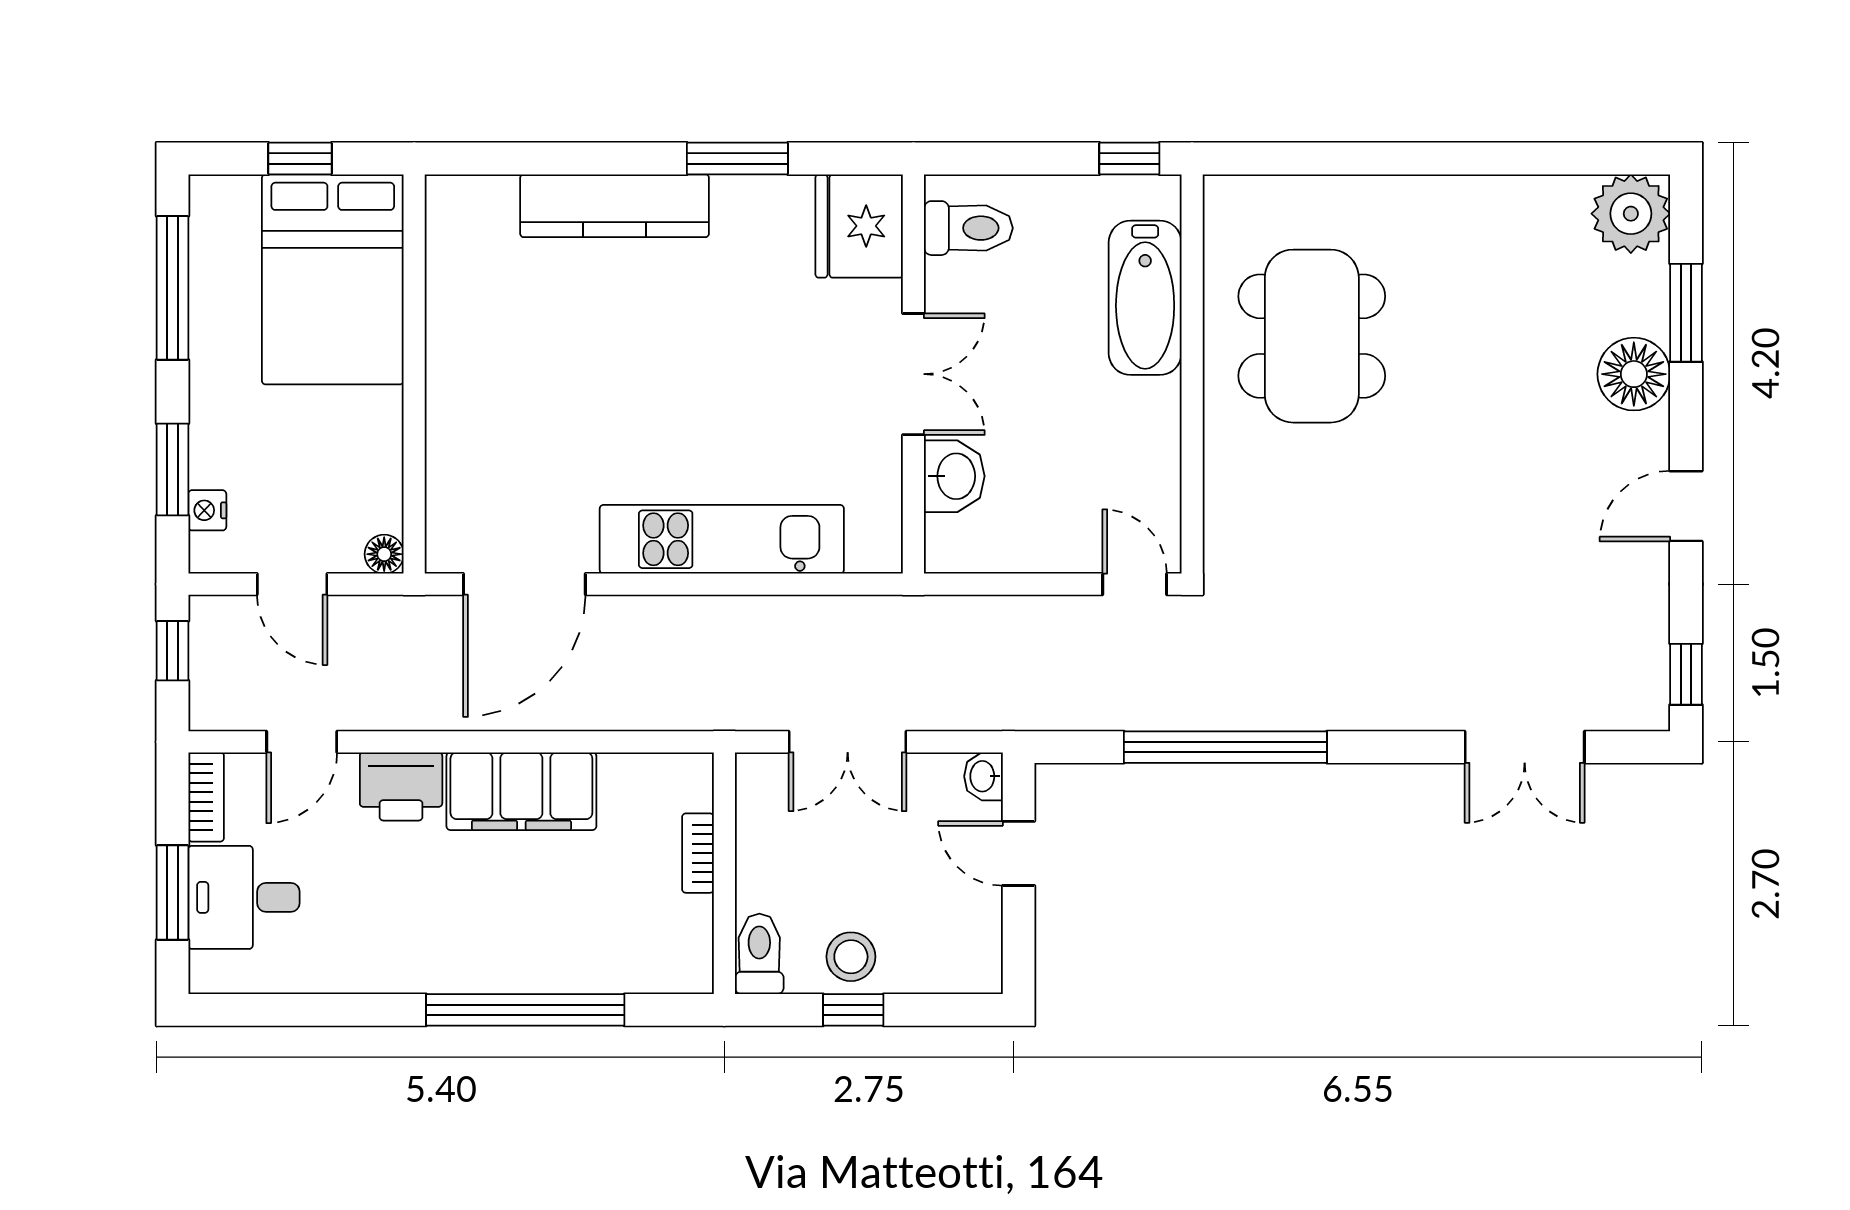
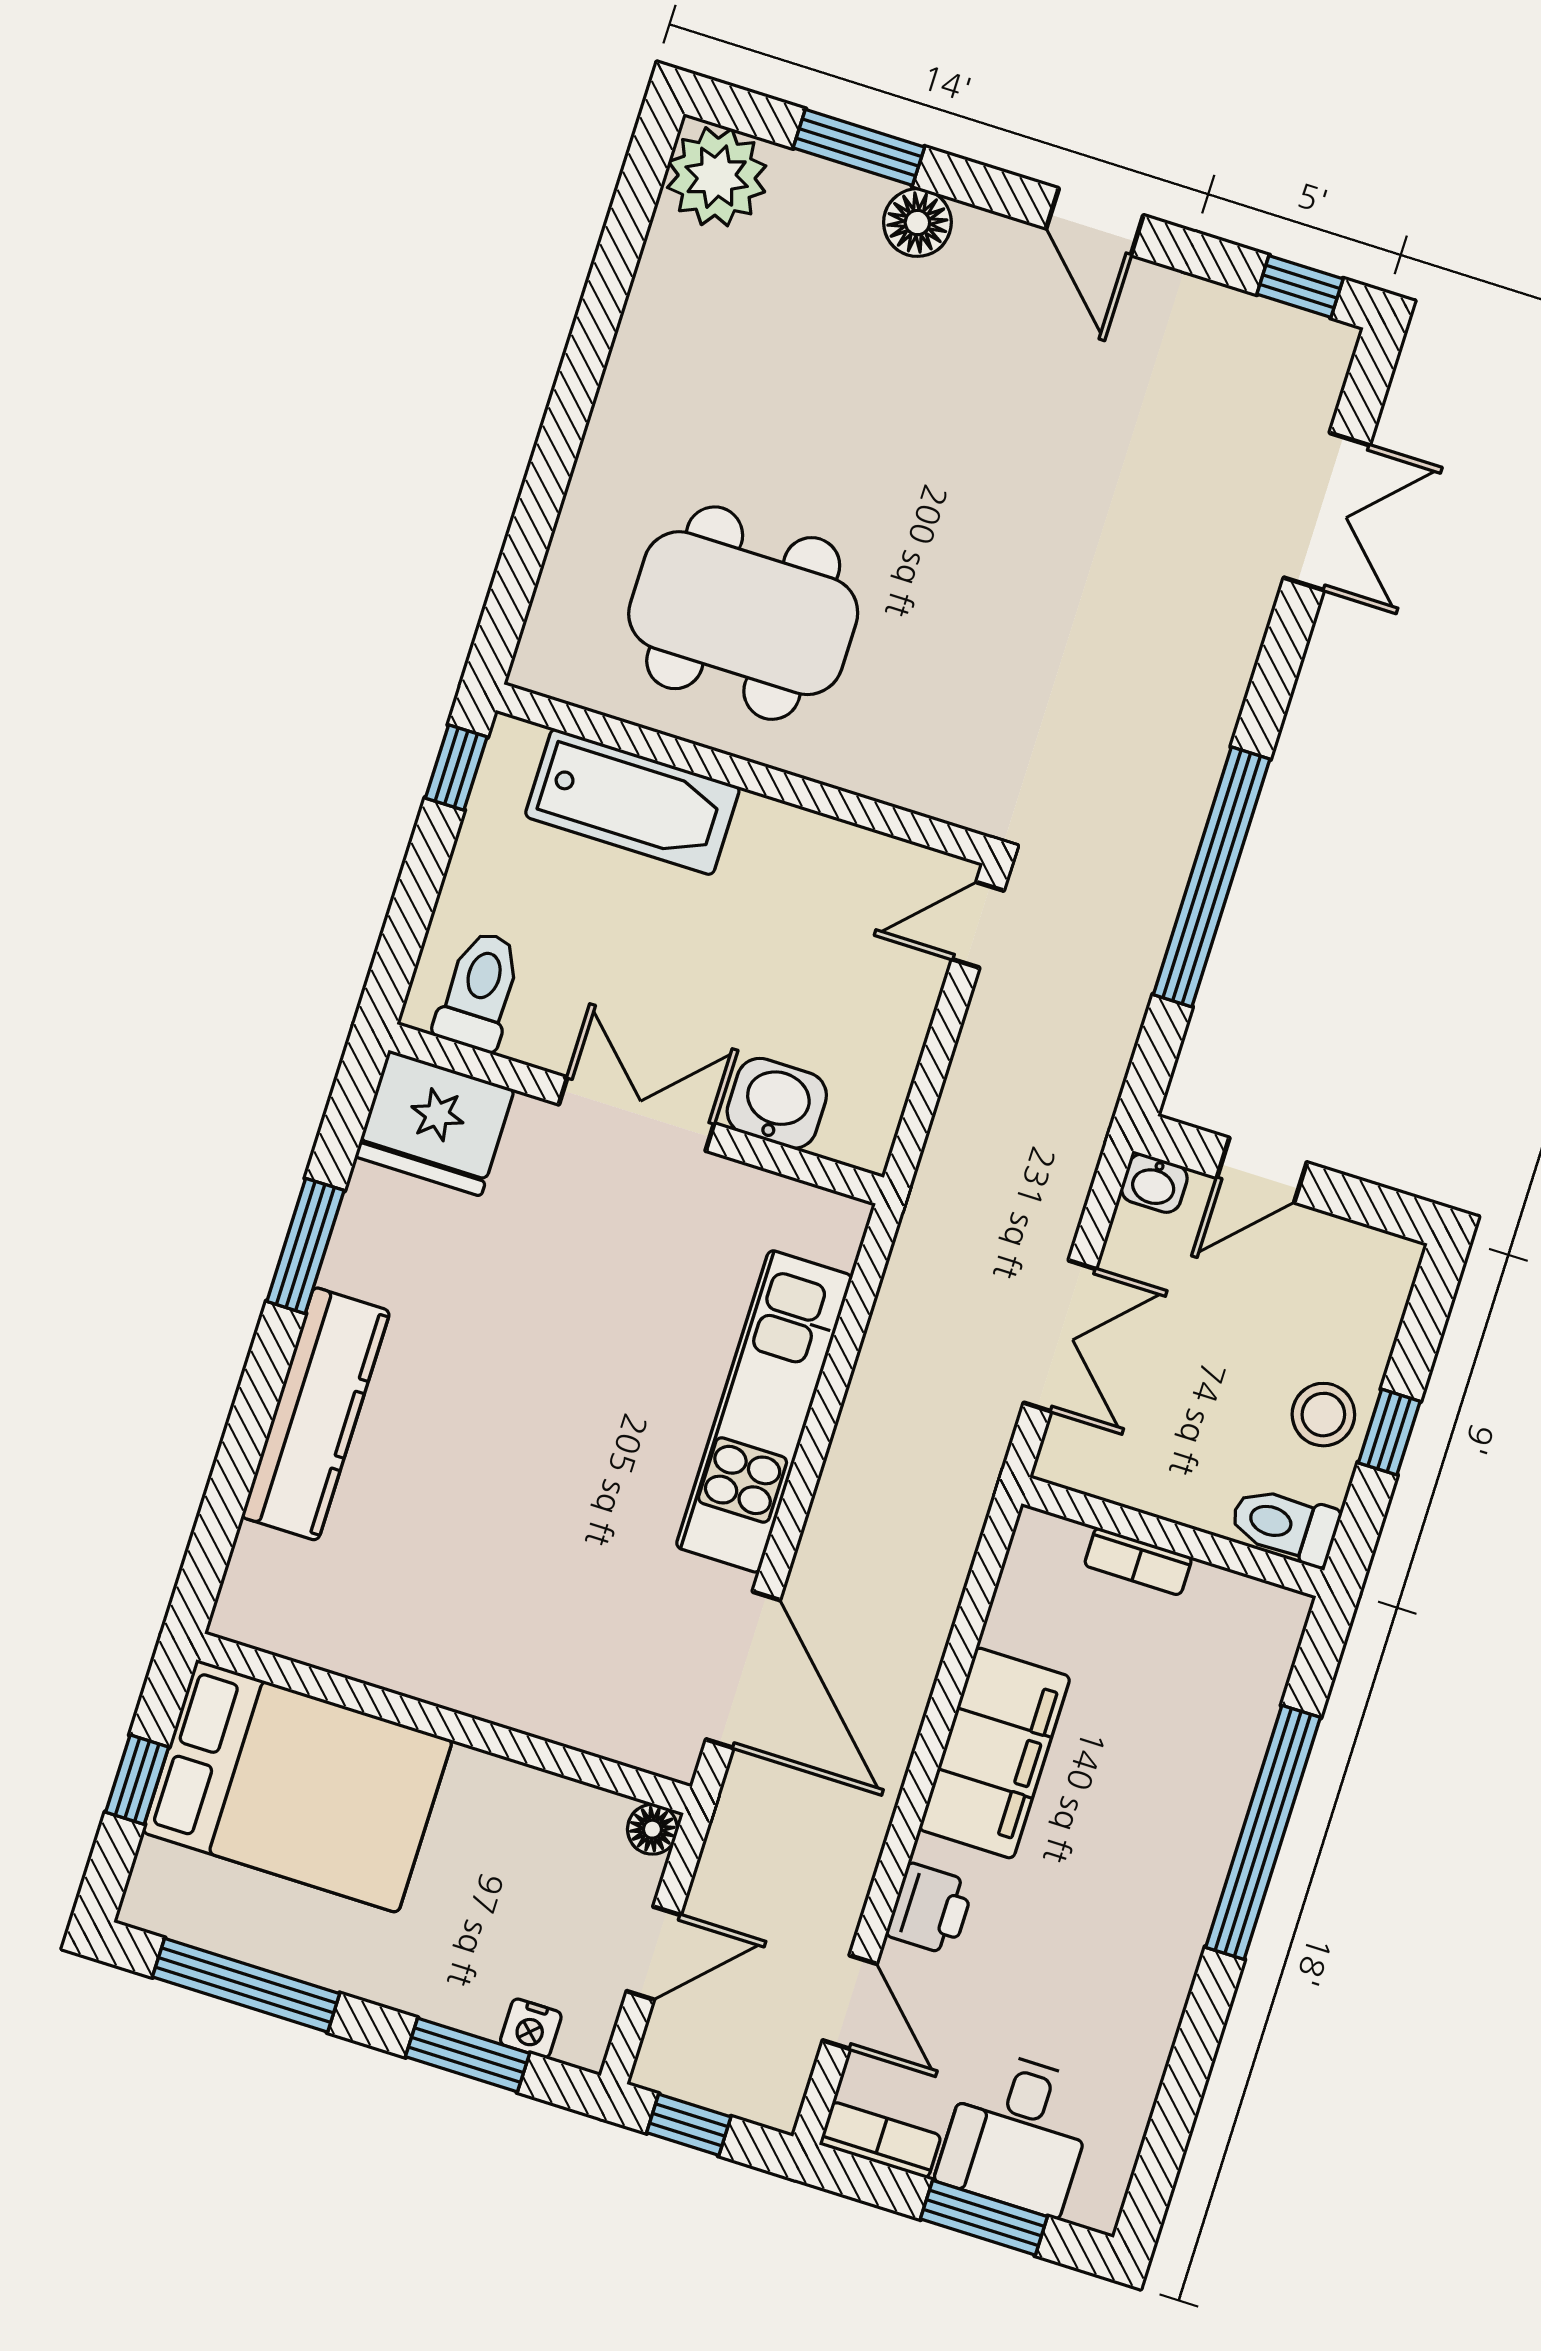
floor lamp: (1634, 374) -> (917, 223), width x0.73, depth x0.73
printer: (401, 786) -> (930, 1909), width x0.73, depth x0.81

